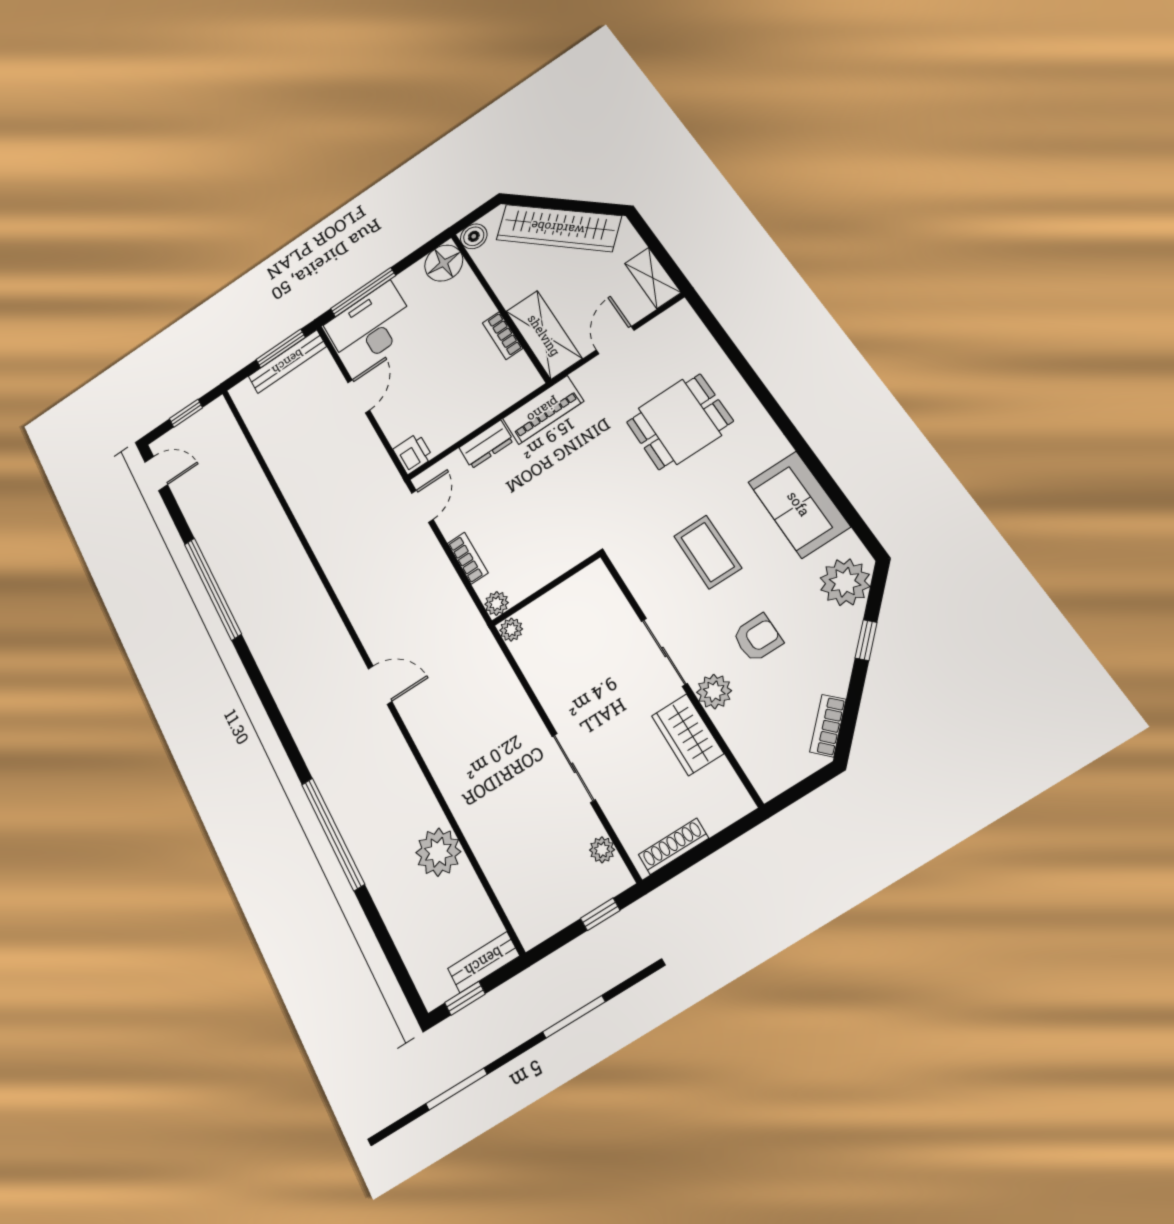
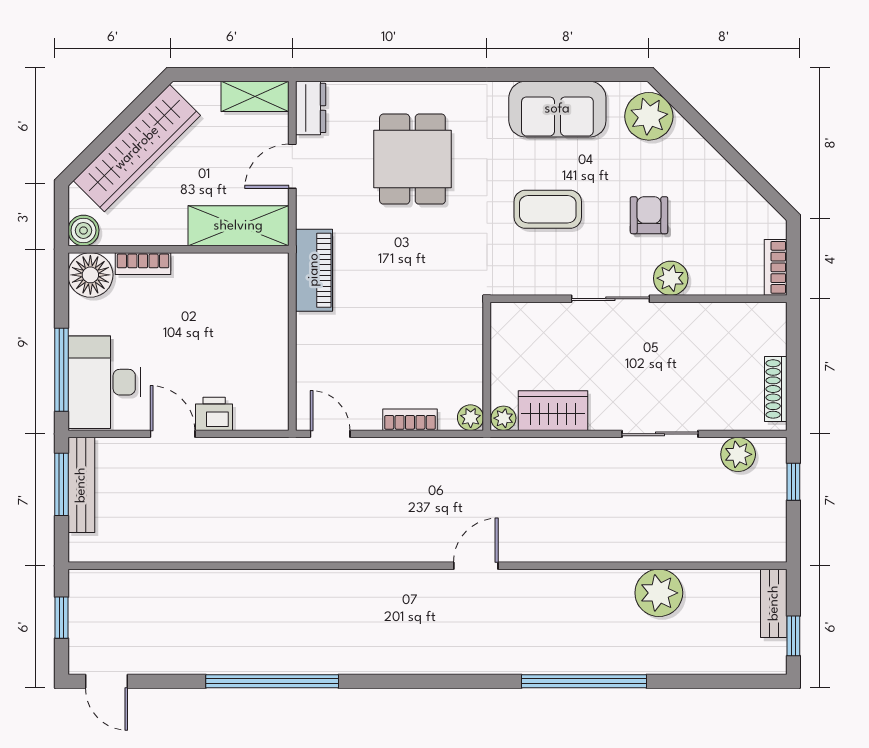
bookcase: (503, 336) -> (143, 264), moved
door: (615, 340) -> (292, 166), hinge flipped
dresser: (486, 444) -> (311, 108), moved
printer: (413, 453) -> (214, 414), moved
door: (156, 473) -> (107, 681), swing flipped
window: (866, 640) -> (707, 132), removed
bookcase: (828, 726) -> (776, 267), moved, turned 45
wardrobe: (688, 735) -> (553, 411), moved, turned 180
plant: (602, 850) -> (738, 454), width x1.38, depth x1.38

